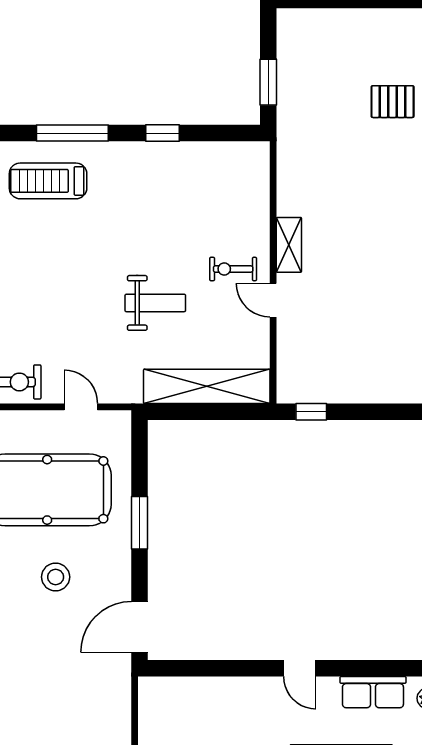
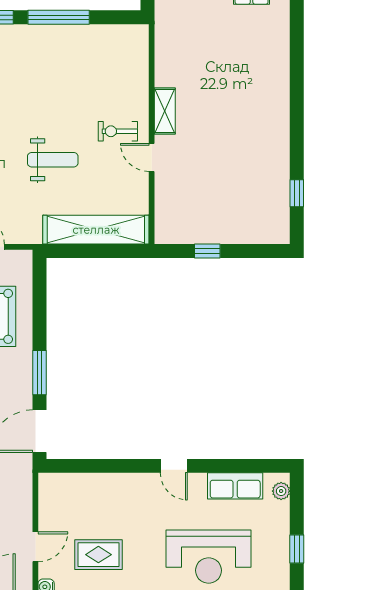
window: (162, 133) -> (59, 17), width x2.17
window: (311, 412) -> (207, 251), moved
window: (140, 523) -> (40, 373), moved

